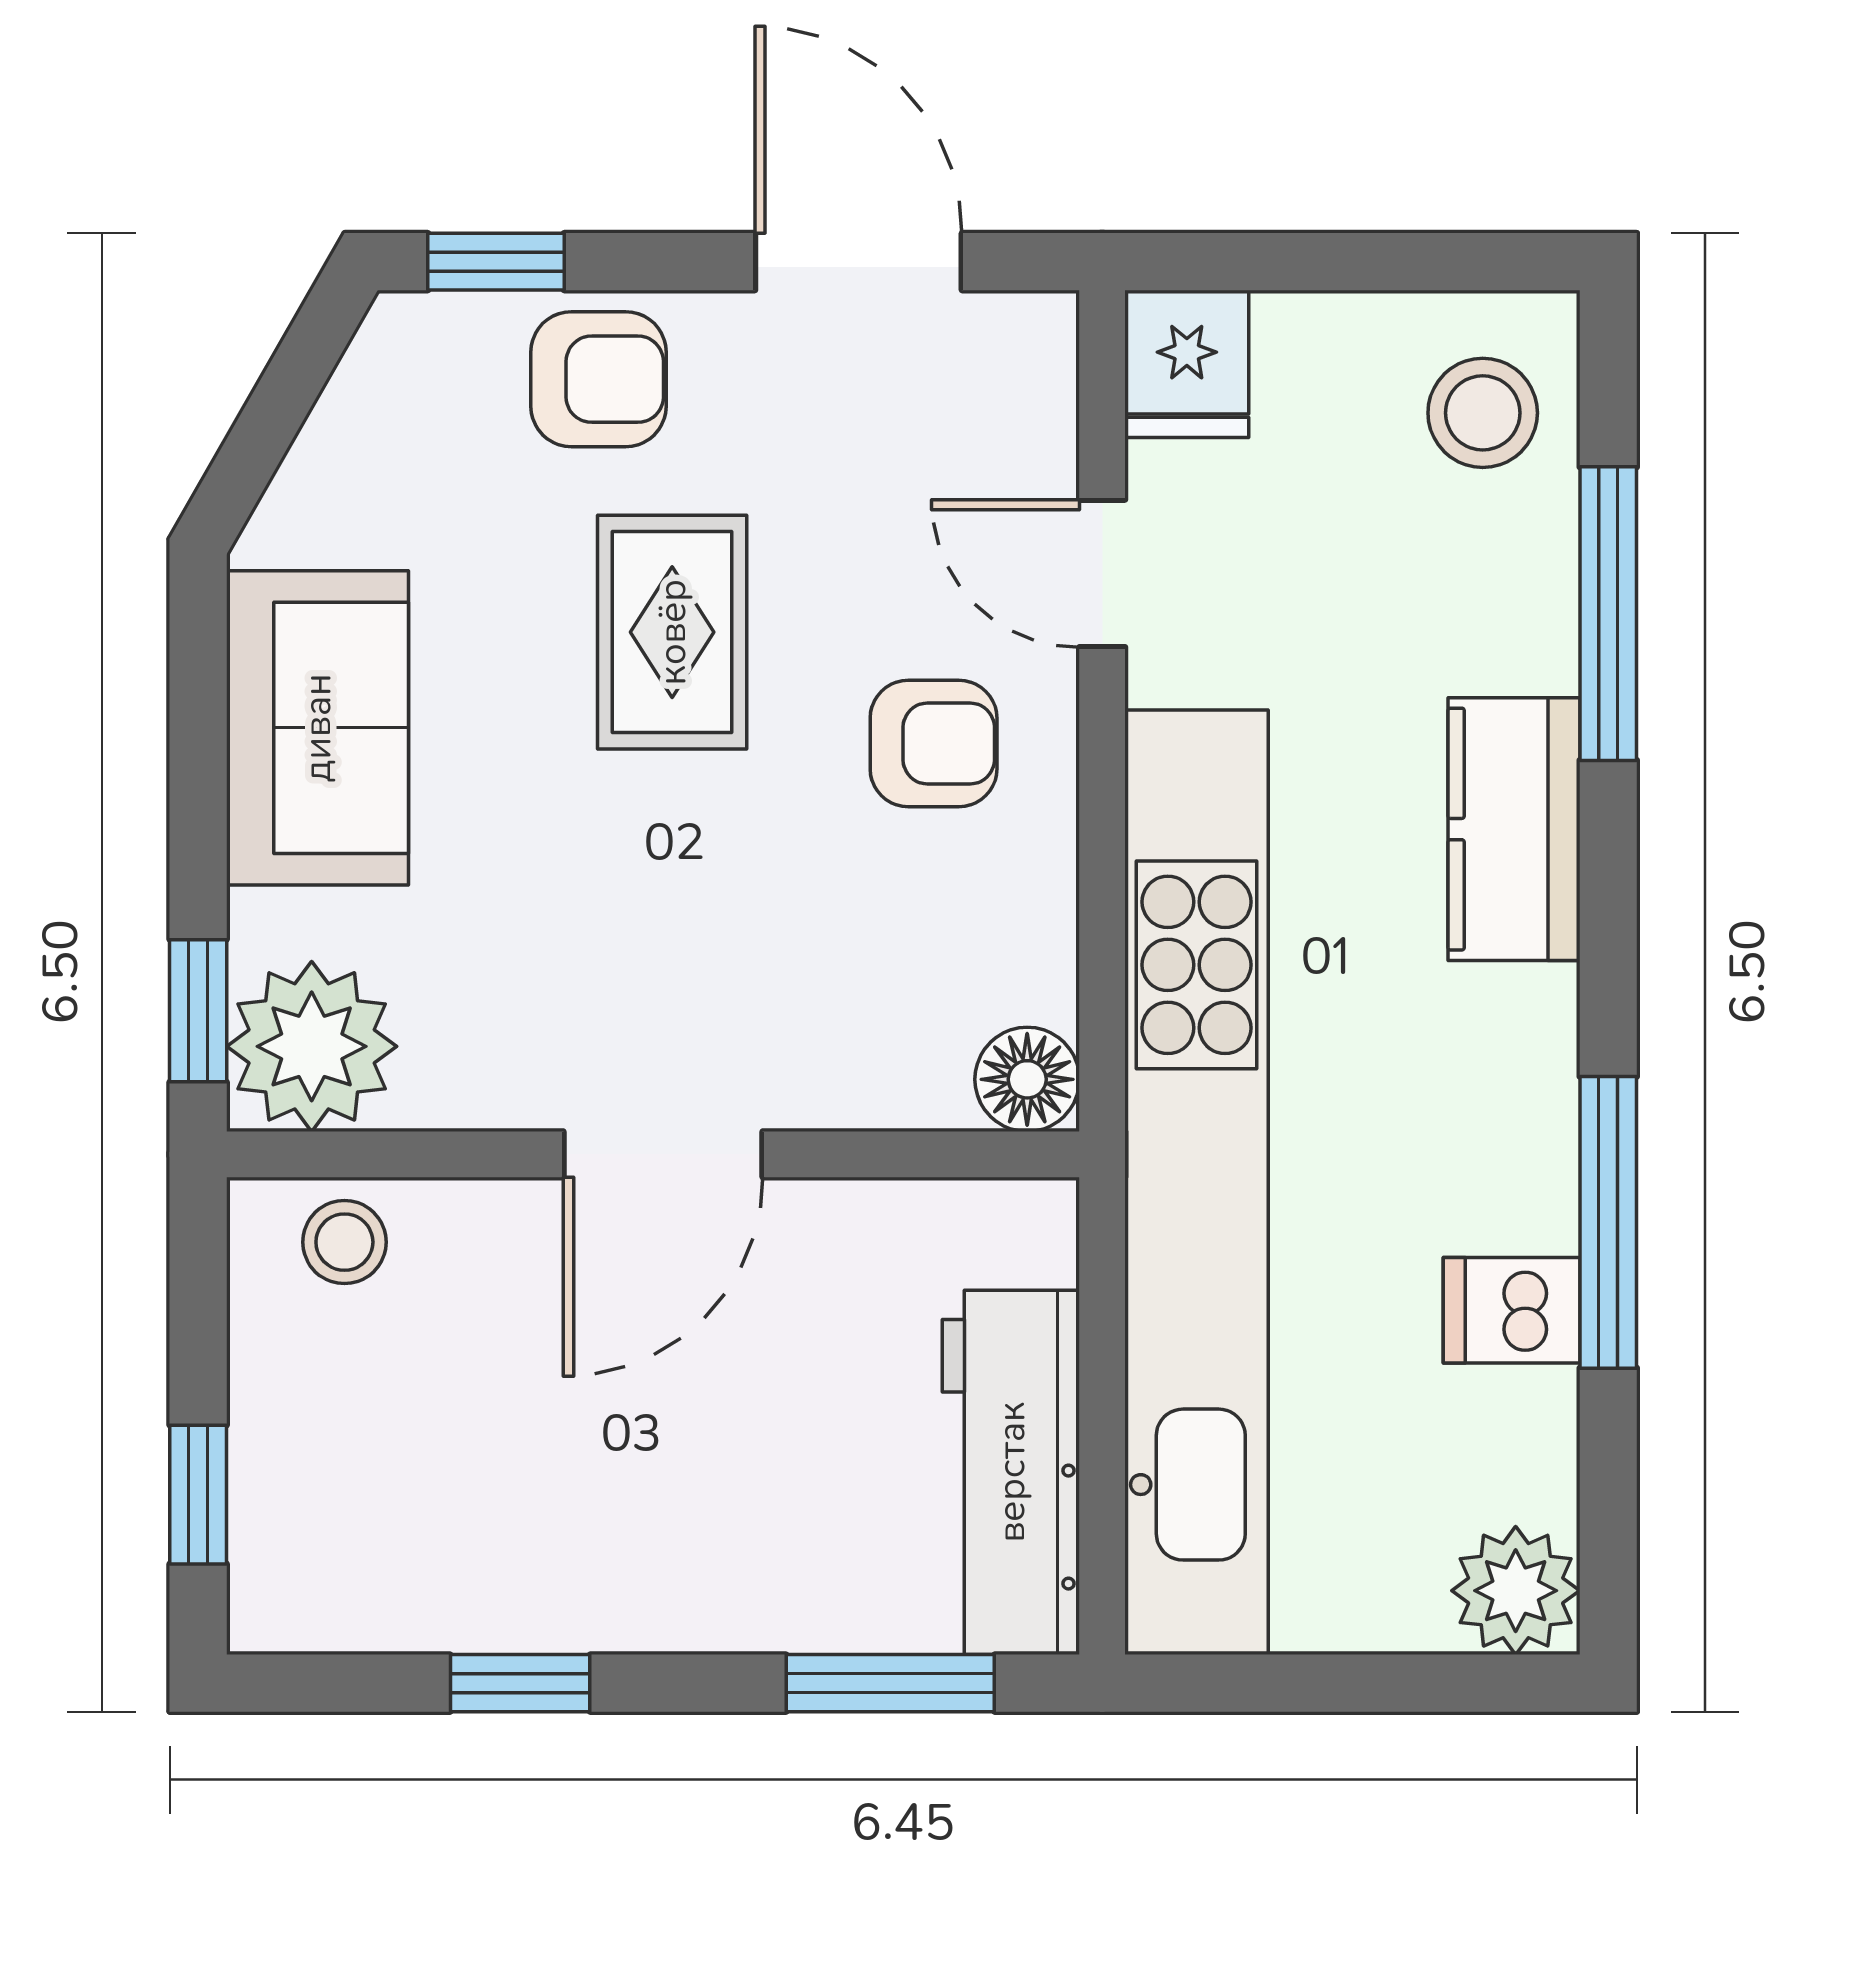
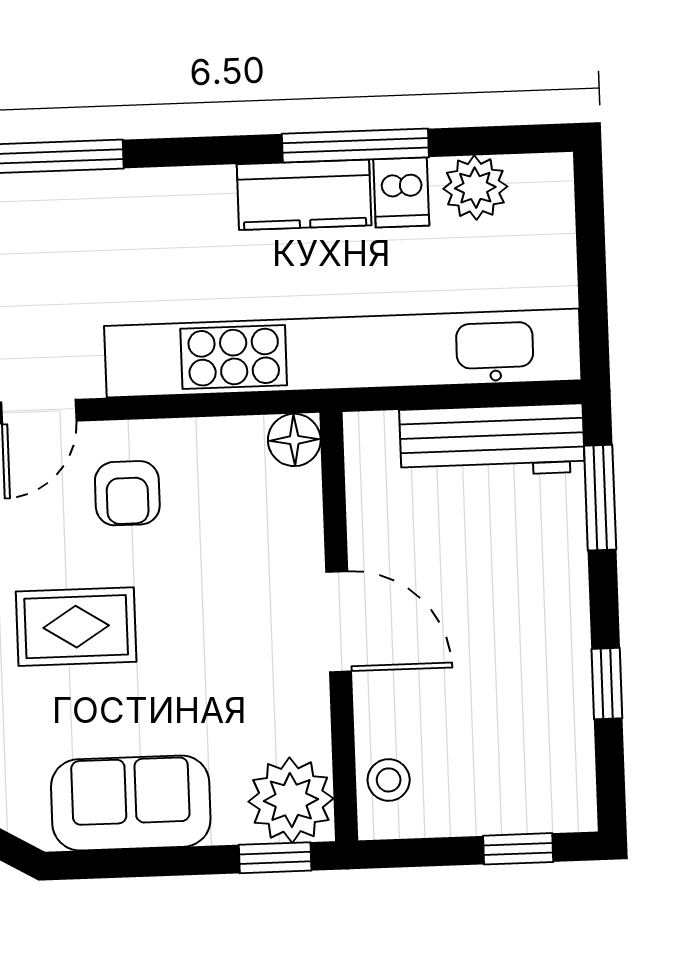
armchair: (934, 744) -> (127, 493), turned 180
kitchen counter: (1514, 829) -> (304, 195), moved
plant: (1516, 1591) -> (475, 188), moved

